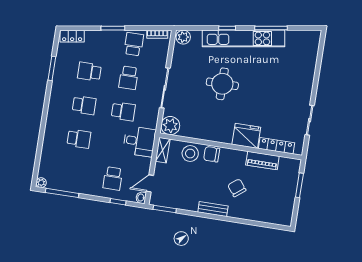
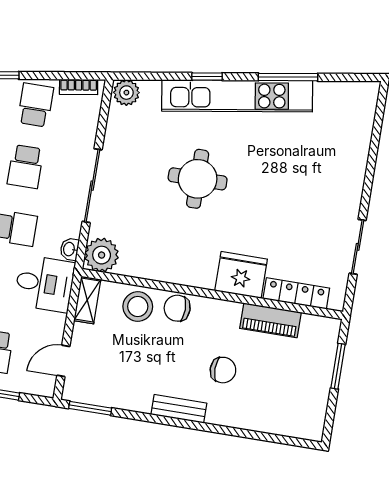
chair: (237, 188) -> (223, 370), turned 128
washbasin: (141, 198) -> (69, 249), moved

